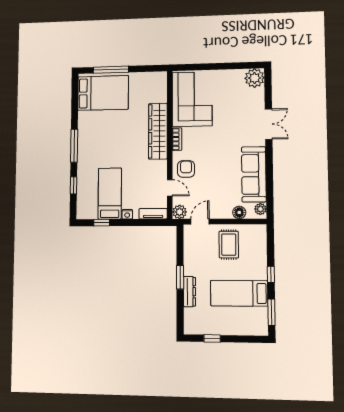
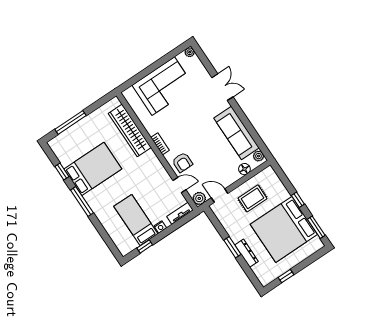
plant: (255, 78) -> (190, 52), width x0.53, depth x0.53
bed: (103, 93) -> (93, 169), moved
corner sofa: (192, 99) -> (163, 86), moved, turned 90
wardrobe: (158, 131) -> (130, 130), moved
armchair: (186, 169) -> (182, 162), turned 180
window: (73, 185) -> (62, 171), moved
door: (200, 222) -> (220, 196), hinge flipped
rug: (229, 245) -> (253, 198), turned 90
bed: (239, 293) -> (284, 229), width x2.04

